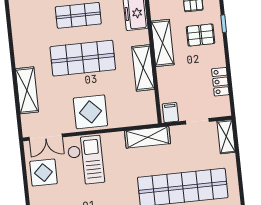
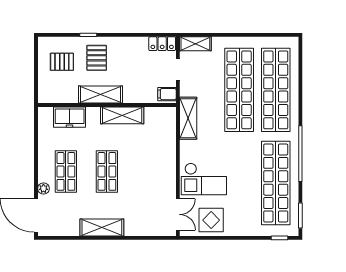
shop shelf: (83, 58) -> (107, 171), width x0.70, depth x0.74
locker: (220, 82) -> (162, 44), moved
shelving: (27, 90) -> (102, 227), moved
display table: (90, 112) -> (158, 170), removed
checkout: (86, 160) -> (204, 179), turned 180

